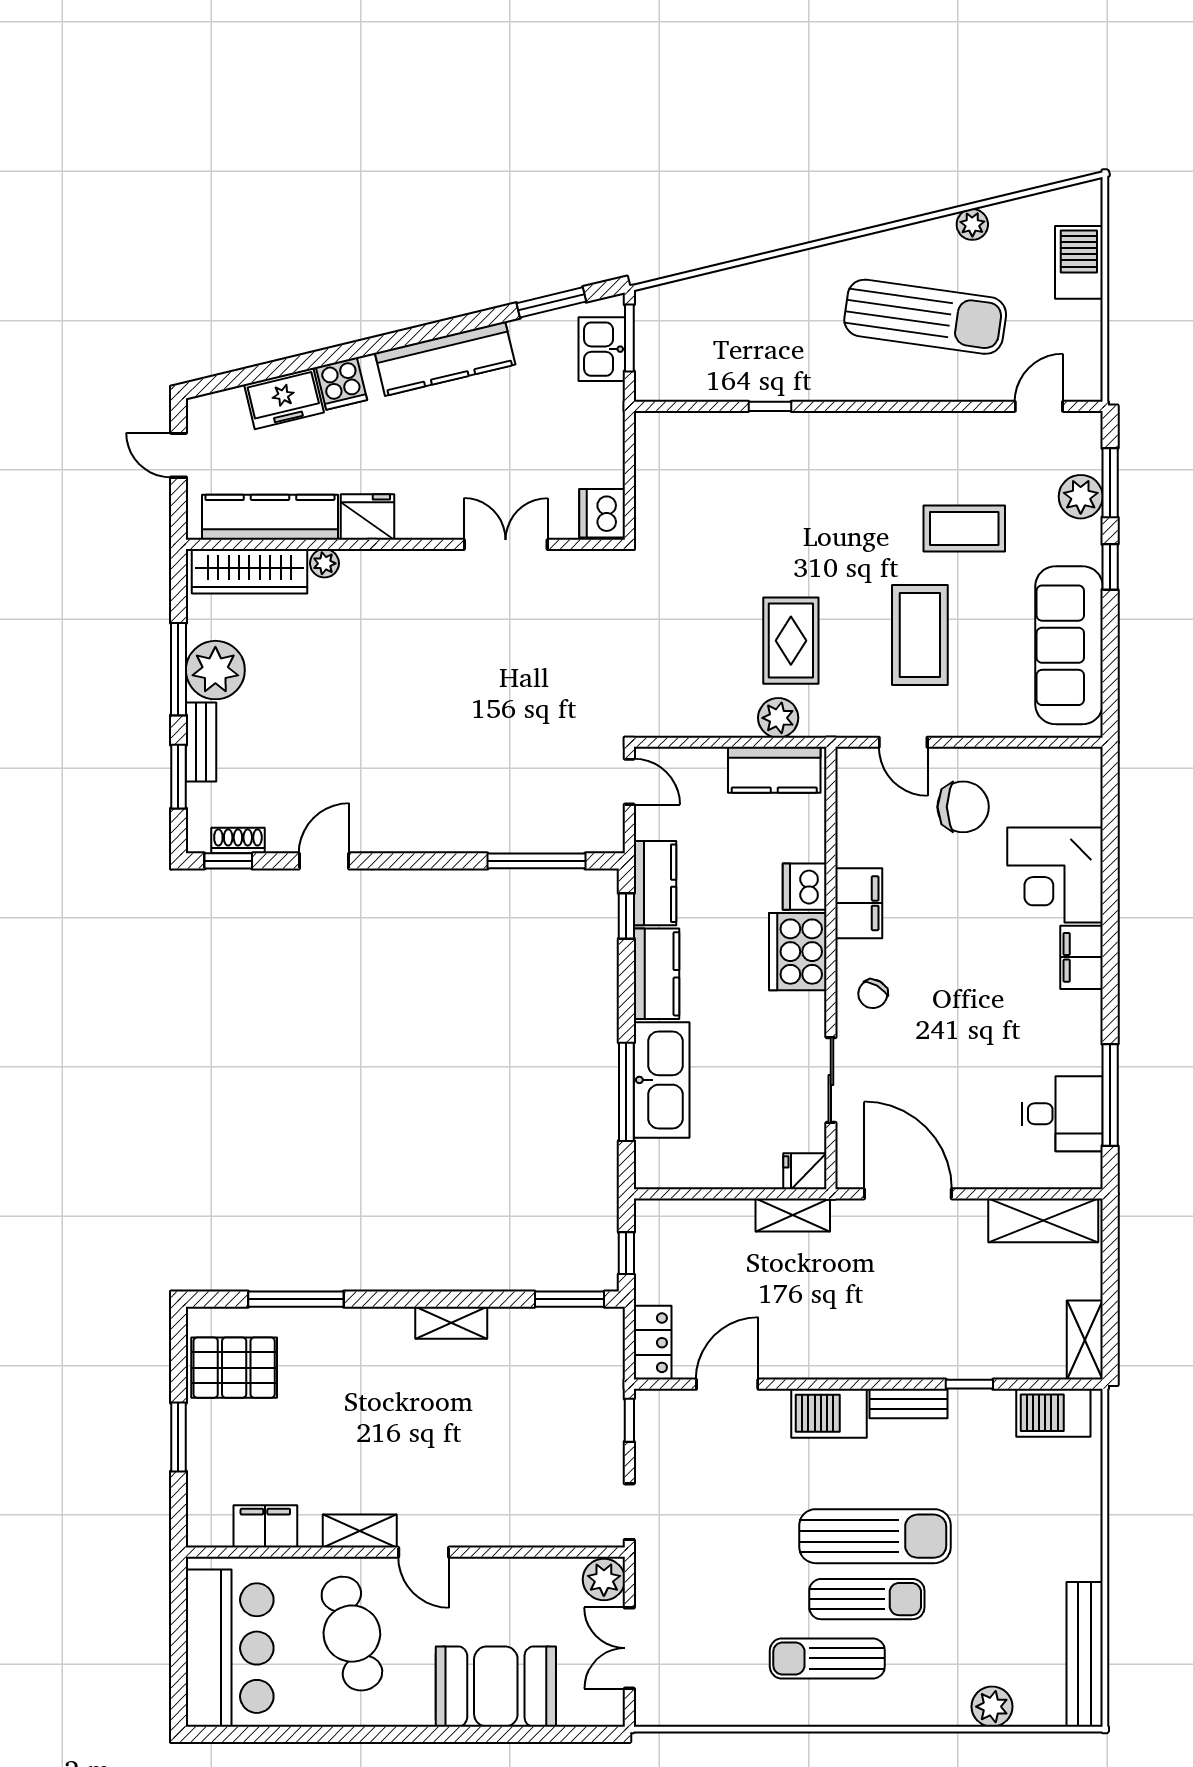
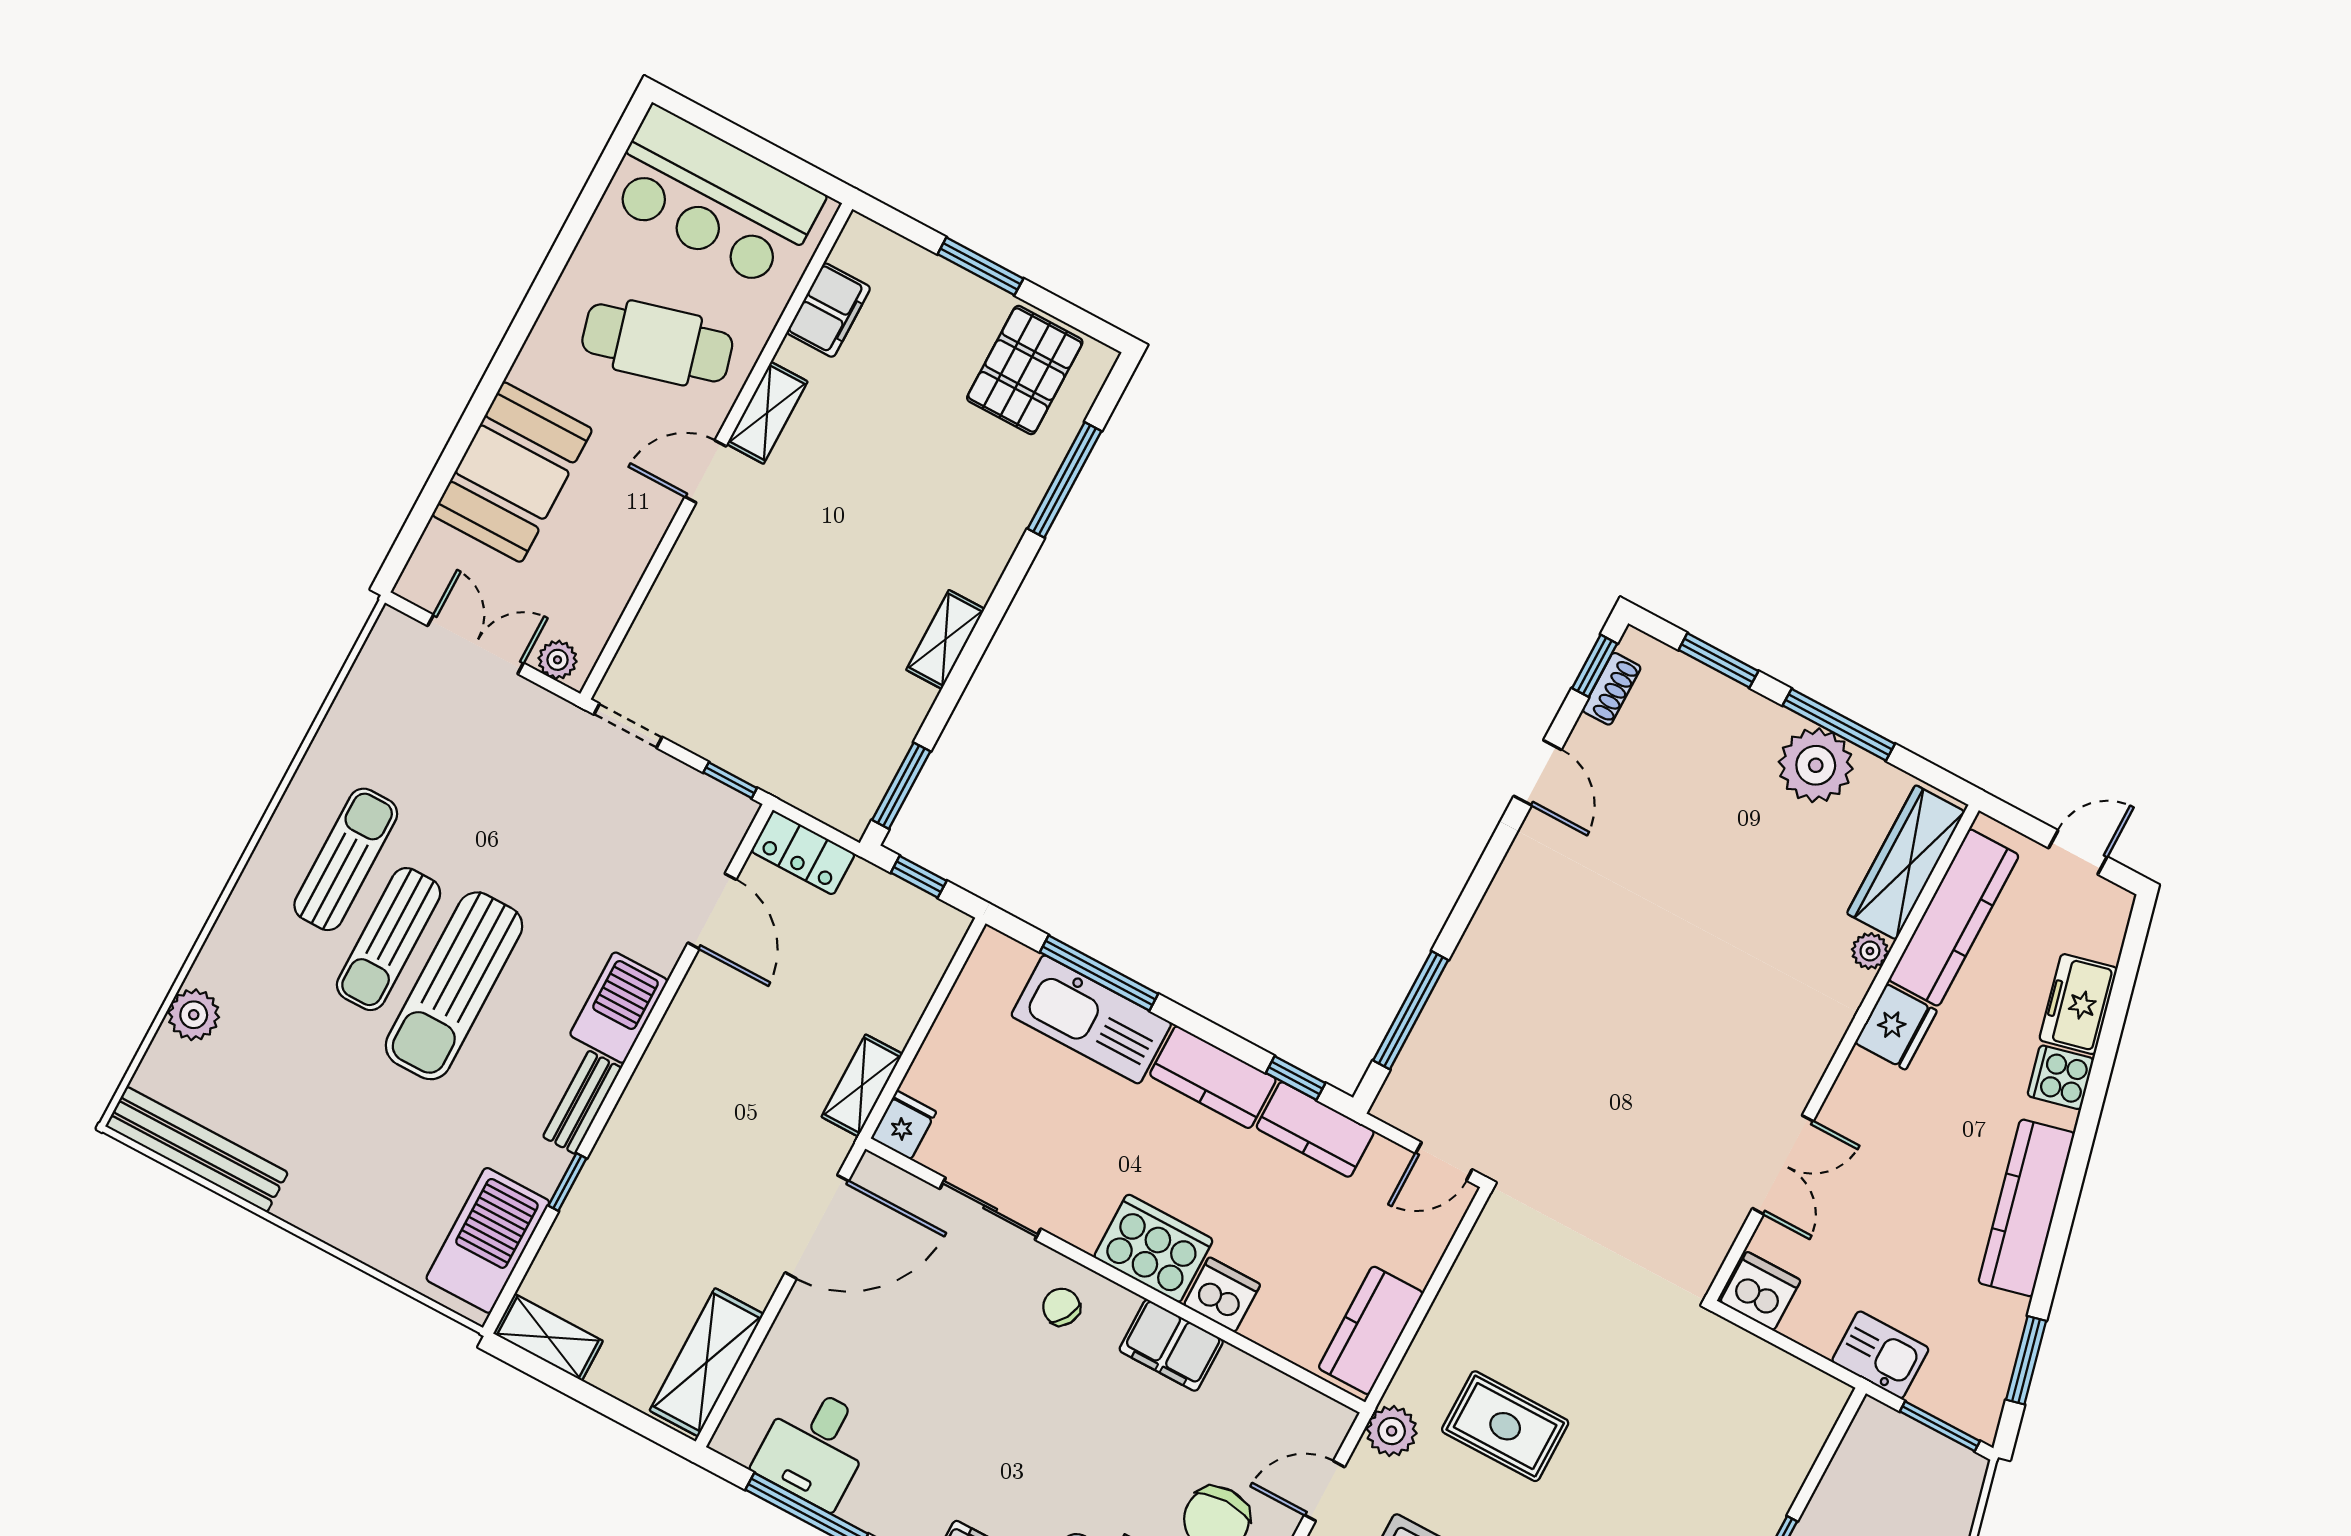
kitchen sink: (602, 349) -> (1880, 1355), moved
plant: (778, 718) -> (1392, 1431), moved
bench: (201, 742) -> (1744, 706), removed
barbecue: (1053, 1413) -> (488, 1240), width x1.37, depth x1.21
plant: (604, 1580) -> (558, 660), width x0.73, depth x0.73

